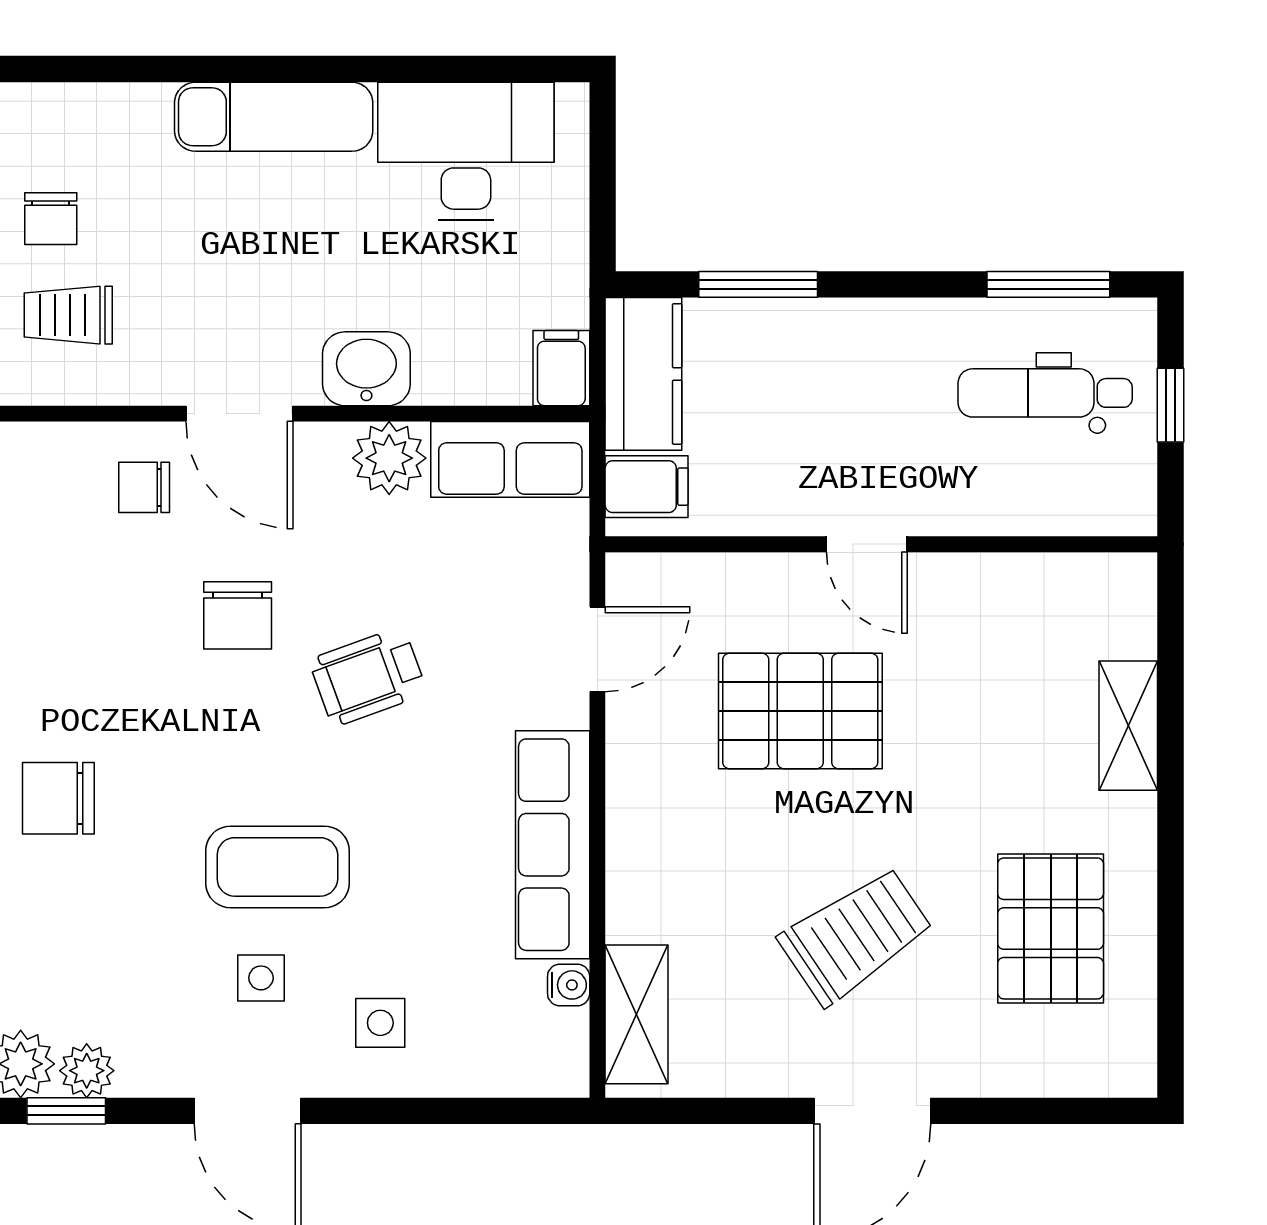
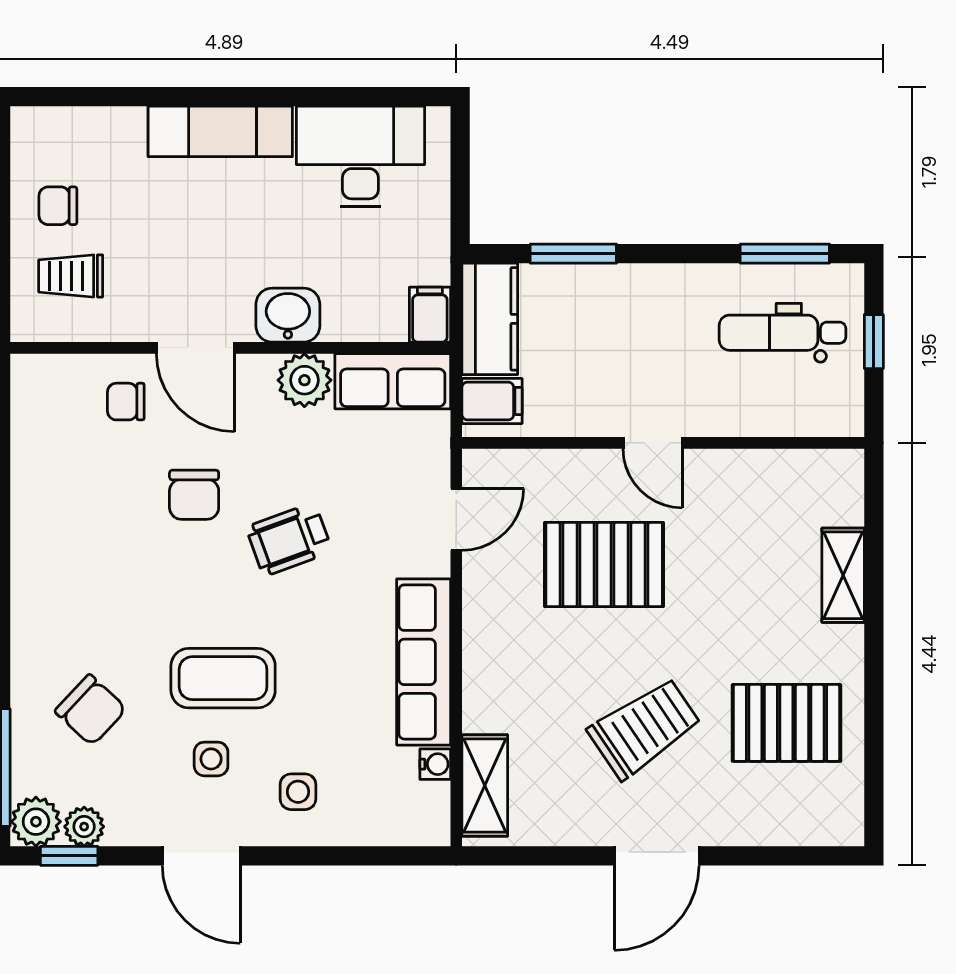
chair: (51, 219) -> (58, 206), turned 90
chair: (58, 798) -> (91, 710), moved, turned -137
pallet: (1051, 928) -> (786, 723), turned 90

